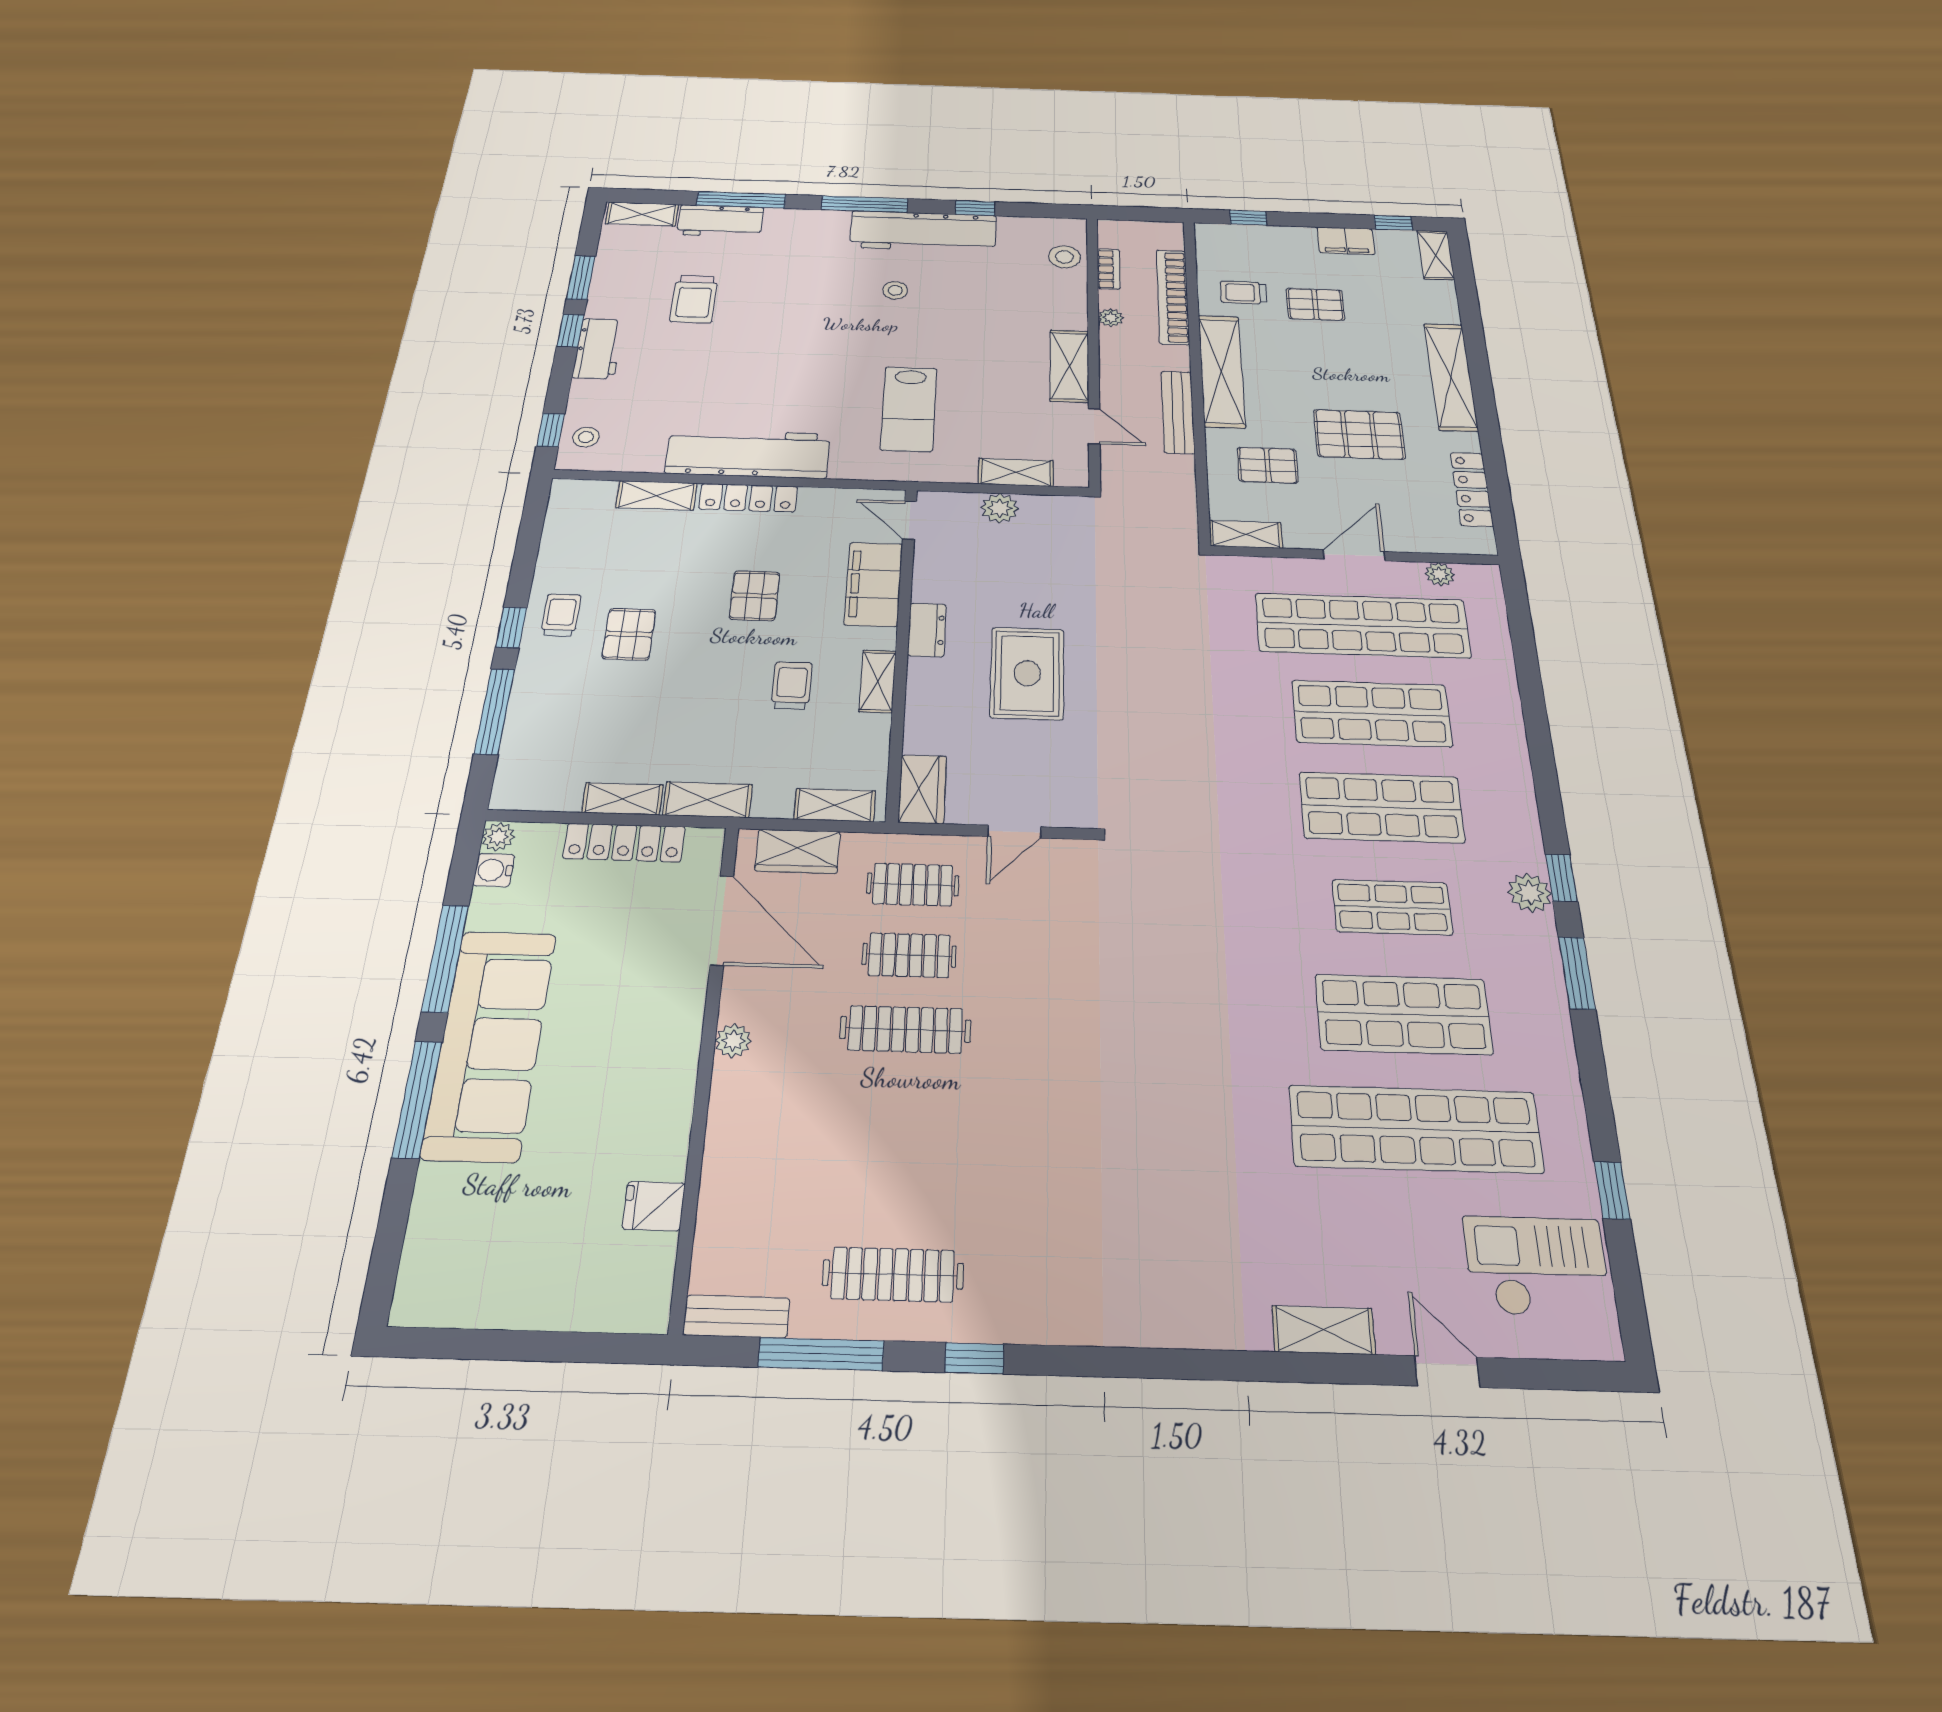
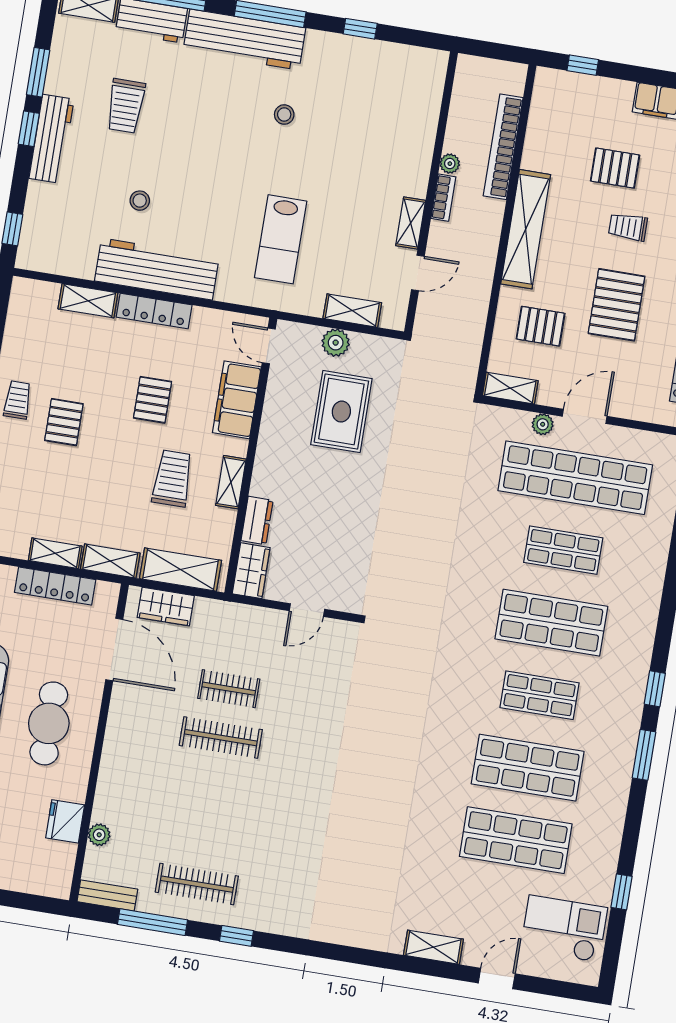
workbench: (923, 231) -> (244, 40), moved
stool: (1064, 257) -> (424, 93), removed
bookcase: (1109, 269) -> (443, 198), moved
trolley: (1243, 292) -> (628, 227), moved
workbench: (598, 349) -> (51, 139), width x1.38
shelving: (1069, 366) -> (411, 223), width x0.67, depth x0.75
bench: (1178, 412) -> (484, 267), removed
door: (1094, 426) -> (418, 273), hinge flipped
pallet: (1359, 434) -> (617, 305), turned 90
stool: (586, 437) -> (140, 201), moved
plant: (1440, 574) -> (543, 424), moved
dresser: (927, 630) -> (257, 520), moved
rug: (1027, 673) -> (341, 412), moved
trolley: (792, 686) -> (172, 478), width x1.36, depth x1.39
shop shelf: (1372, 714) -> (563, 550), width x0.70, depth x0.74
shelving: (835, 805) -> (180, 570), width x1.50, depth x1.33
clothes rail: (913, 884) -> (237, 640), removed
plant: (1530, 893) -> (631, 696), removed
plant: (733, 1041) -> (99, 835), moved
cafe table: (621, 1042) -> (49, 723), added
shop shelf: (1415, 1129) -> (516, 840), width x0.71
fridge: (654, 1206) -> (65, 821), width x1.38
door: (1447, 1372) -> (497, 978), hinge flipped

